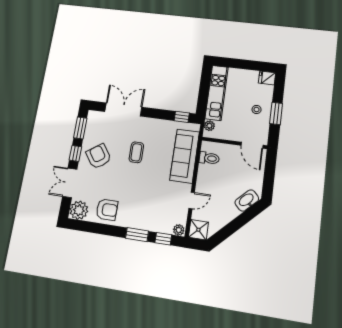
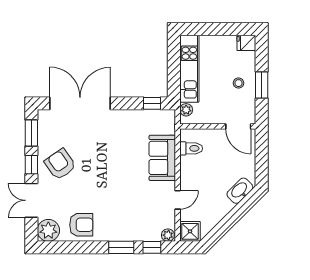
double door: (123, 109) -> (80, 103), width x1.36
coffee table: (136, 152) -> (105, 153), removed
sofa: (185, 156) -> (162, 158), width x0.73

